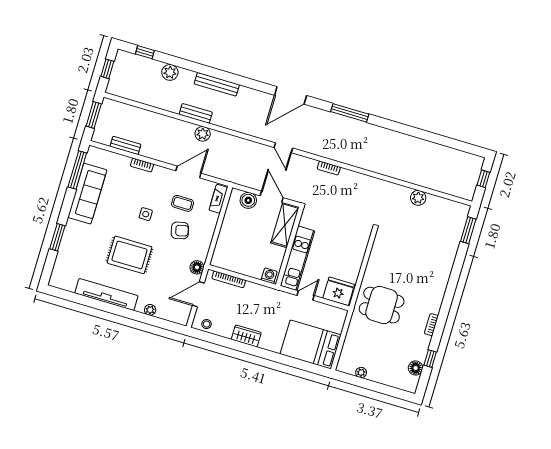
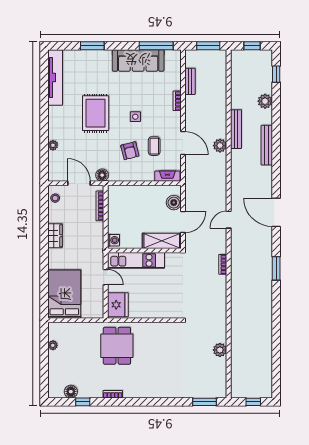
bench: (196, 113) -> (236, 129), width x1.36
window: (350, 113) -> (276, 268), width x0.69
tv unit: (106, 294) -> (55, 77), moved

